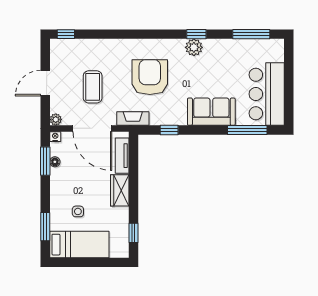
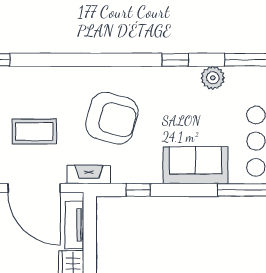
plant: (194, 47) -> (213, 78), moved
armchair: (150, 77) -> (112, 118), turned 105
coffee table: (93, 87) -> (34, 131), turned 90

